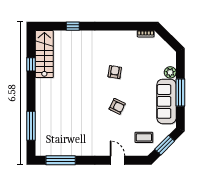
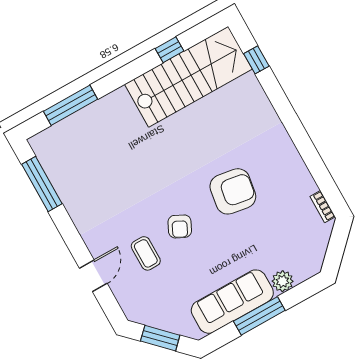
window: (73, 26) -> (256, 60), moved
stairs: (44, 54) -> (188, 77), width x1.36, depth x1.51
armchair: (115, 72) -> (233, 191), width x1.88, depth x1.88
coffee table: (144, 137) -> (146, 253), moved

